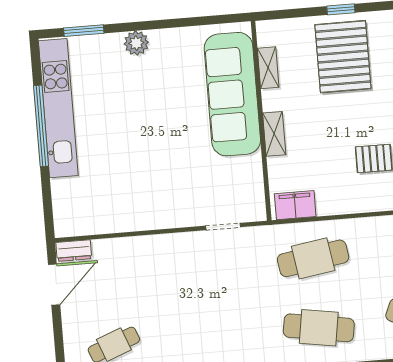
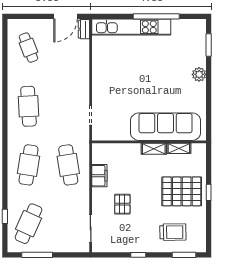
kitchen unit: (58, 108) -> (131, 27), moved
shelving: (274, 134) -> (154, 149), moved
filing cabinet: (295, 205) -> (99, 176), moved
door: (54, 285) -> (65, 16), hinge flipped
cafe table: (216, 336) -> (28, 106), added

